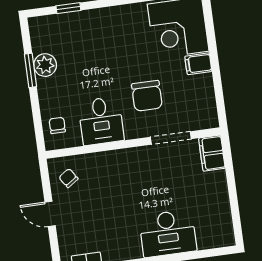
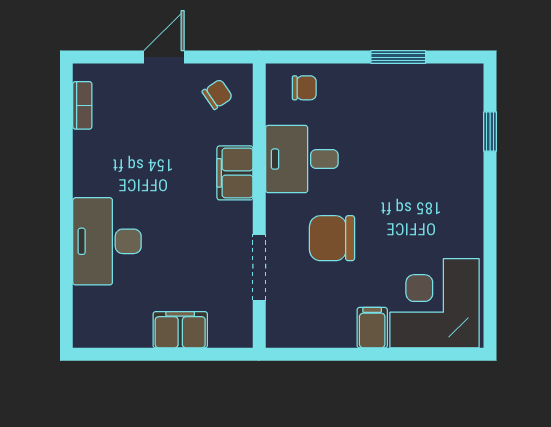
plant: (45, 65) -> (404, 82), removed
filing cabinet: (212, 153) -> (180, 330), moved
filing cabinet: (115, 161) -> (235, 173), added

